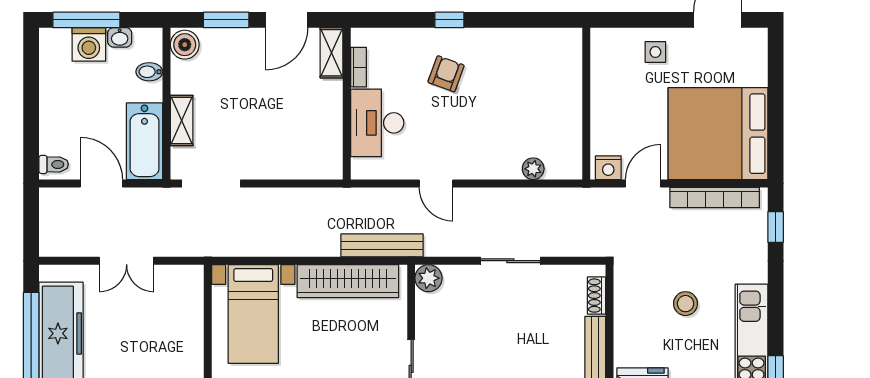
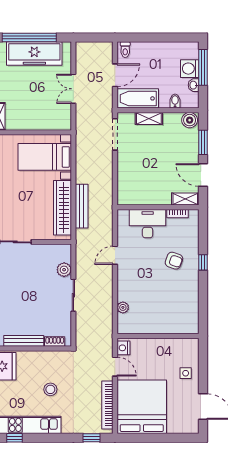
bench: (382, 245) -> (82, 206), moved
plant: (429, 278) -> (64, 270), moved

